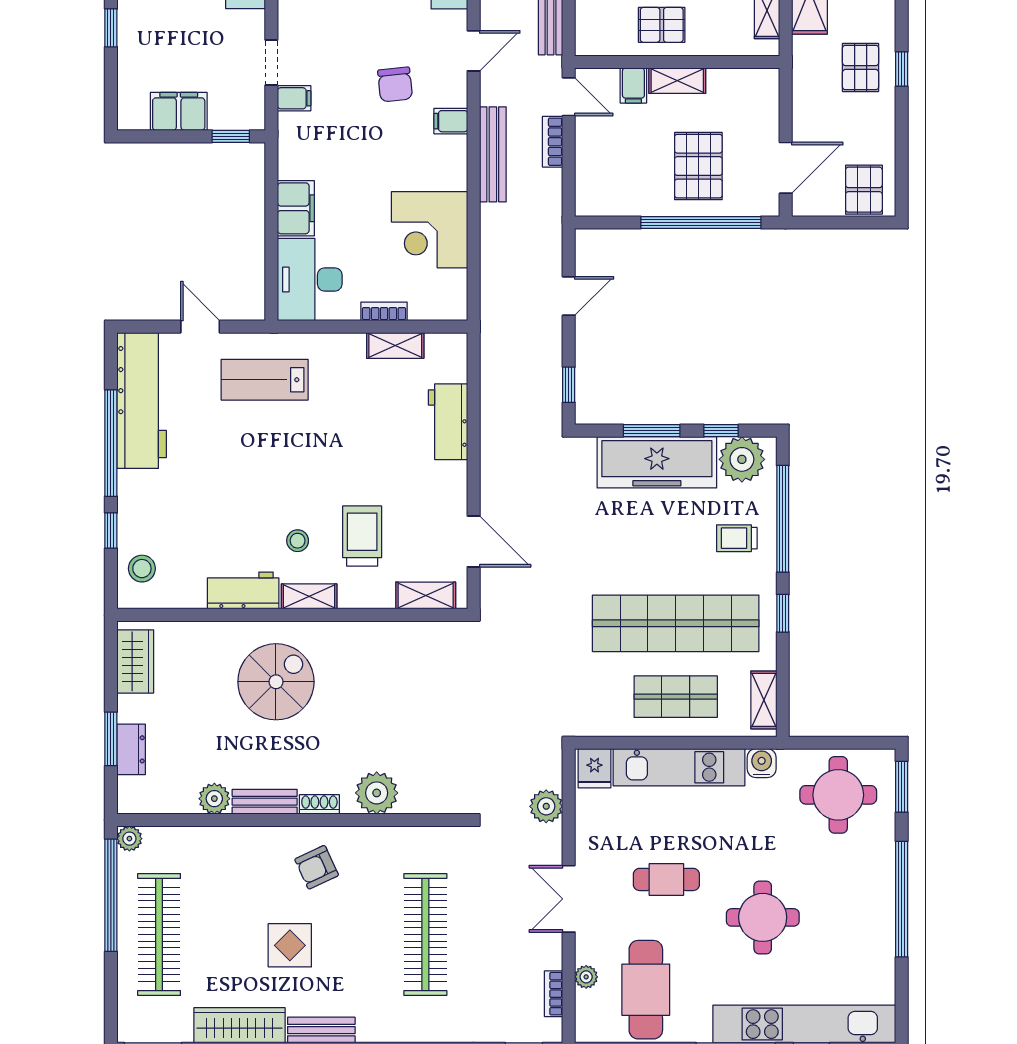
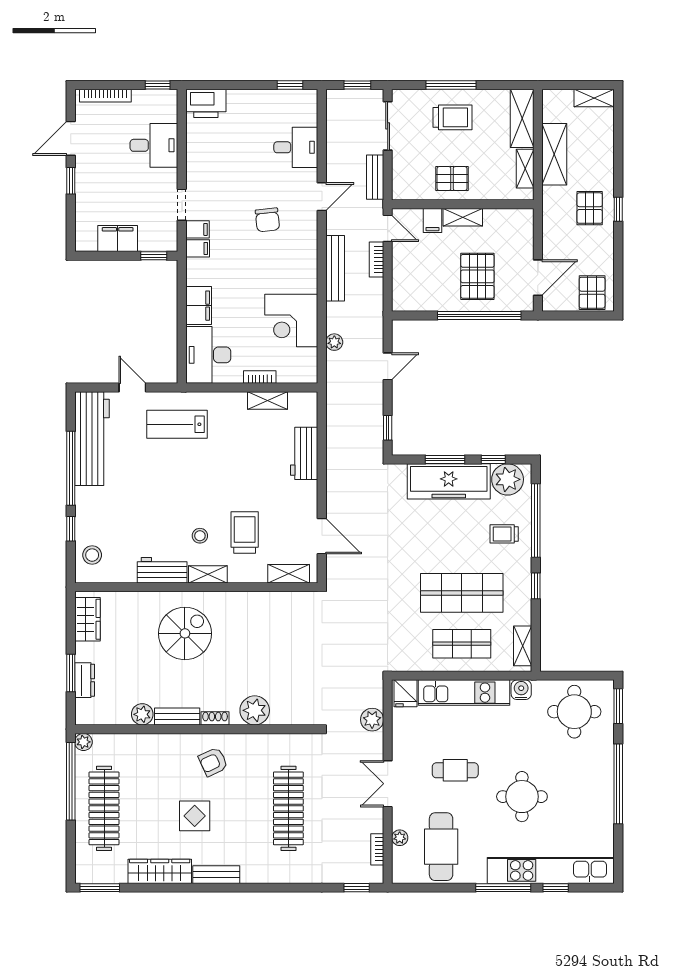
filing cabinet: (451, 121) -> (198, 248), moved, turned 180
plant: (492, 261) -> (334, 342), added
shop shelf: (676, 623) -> (462, 593), width x0.71

